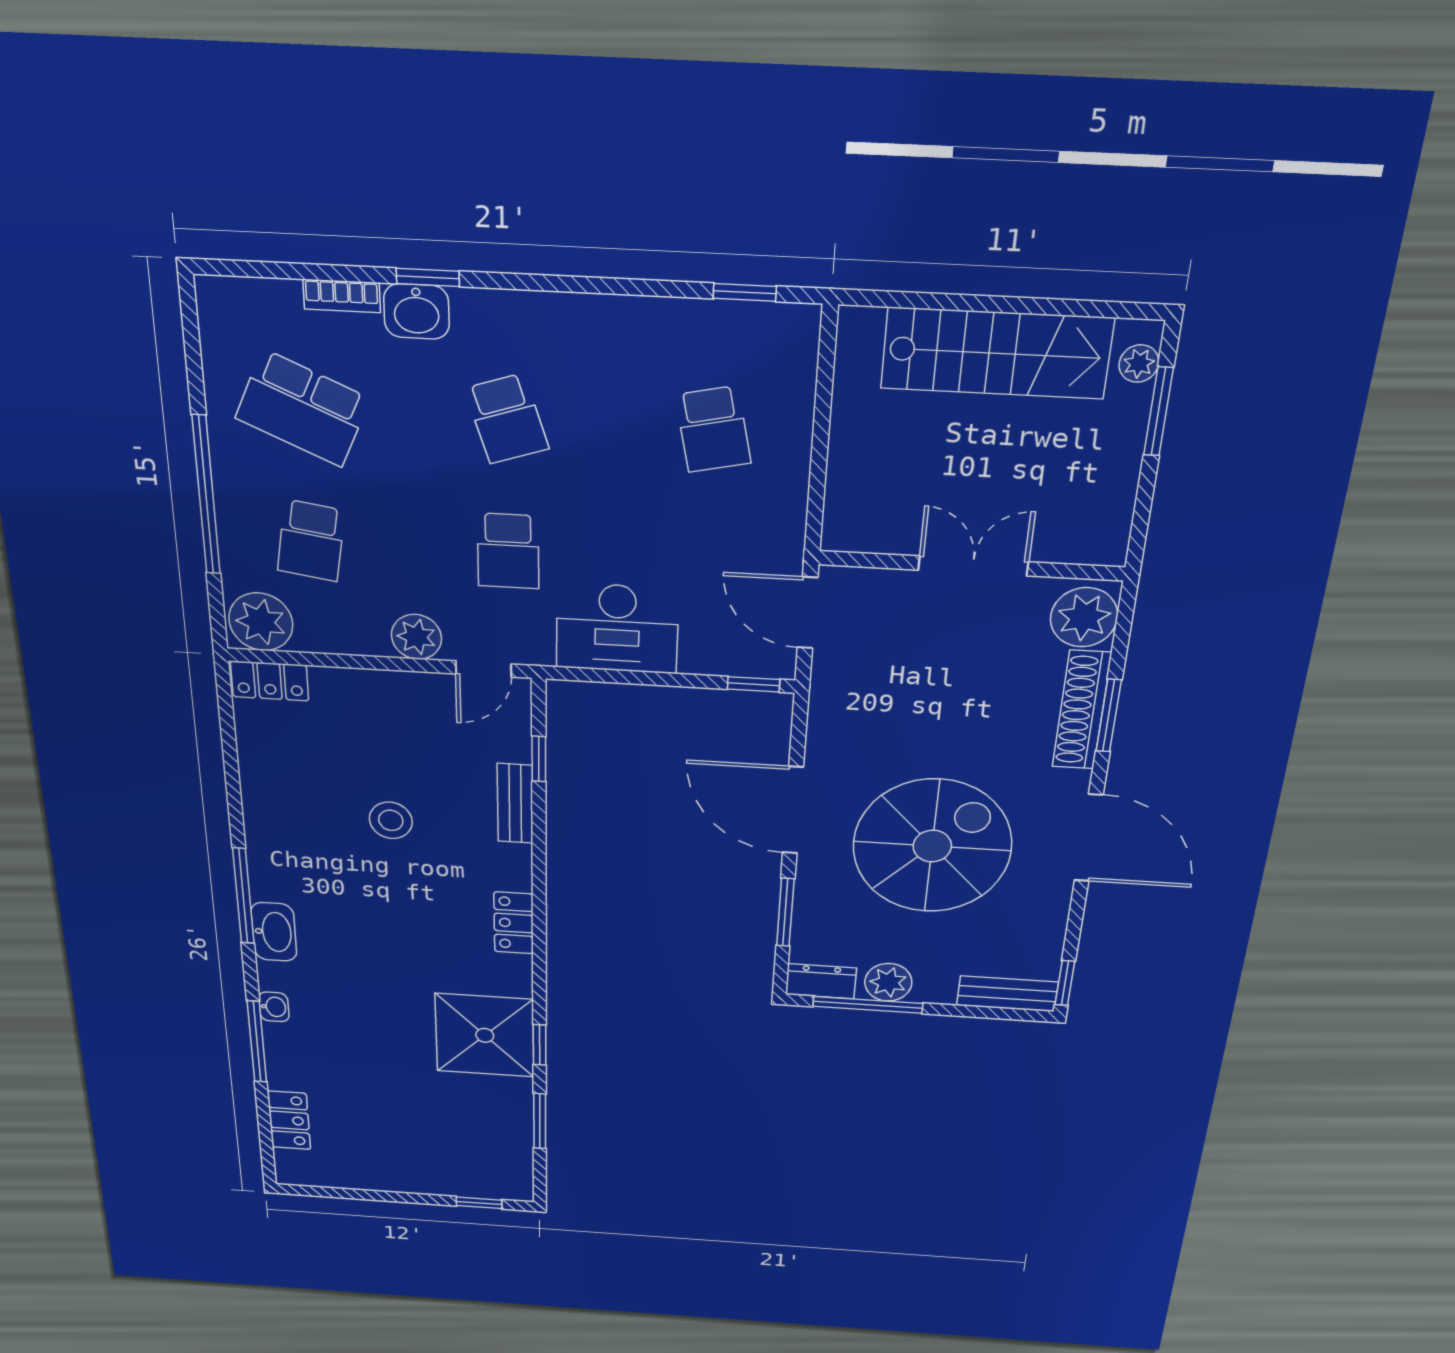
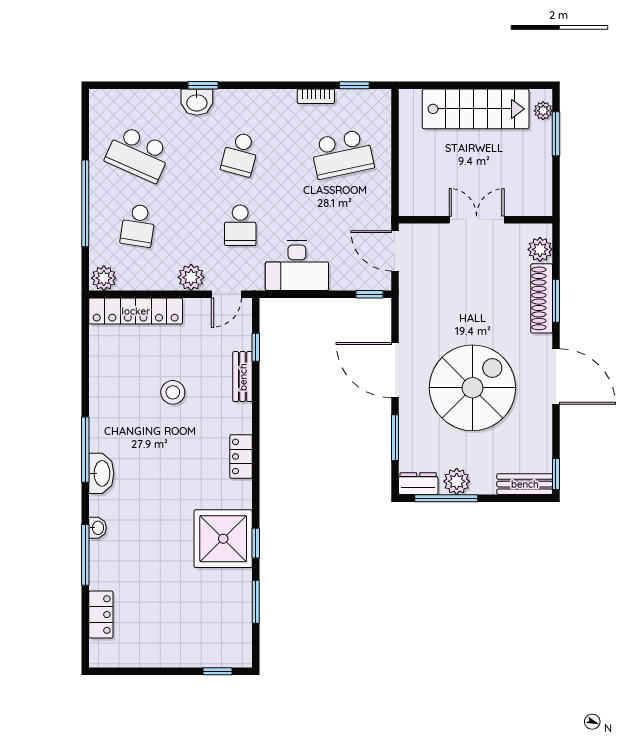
bookcase: (342, 296) -> (316, 96), moved
school desk: (507, 419) -> (240, 154), turned 33
school desk: (713, 429) -> (342, 154), width x1.85
plant: (1084, 617) -> (540, 249), width x0.73, depth x0.73
plant: (261, 622) -> (104, 278), width x0.73, depth x0.73
locker: (270, 681) -> (136, 311), width x2.16, depth x1.21

